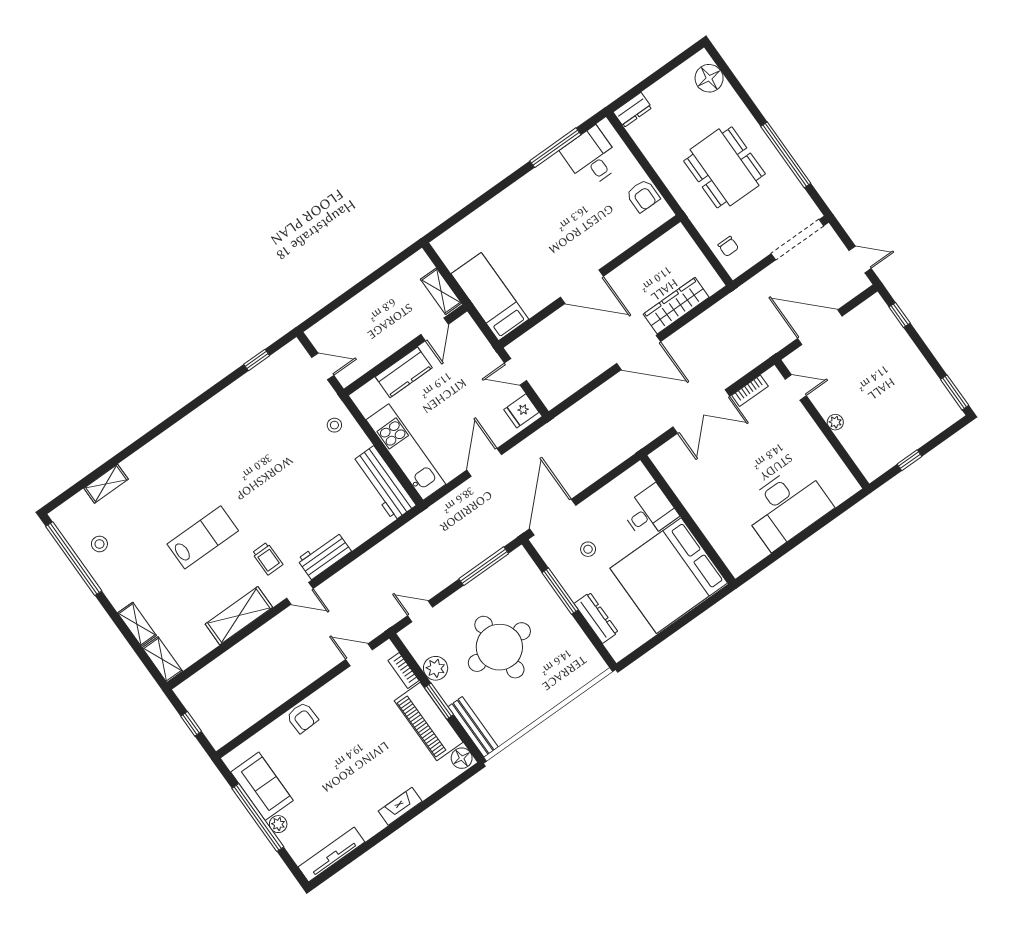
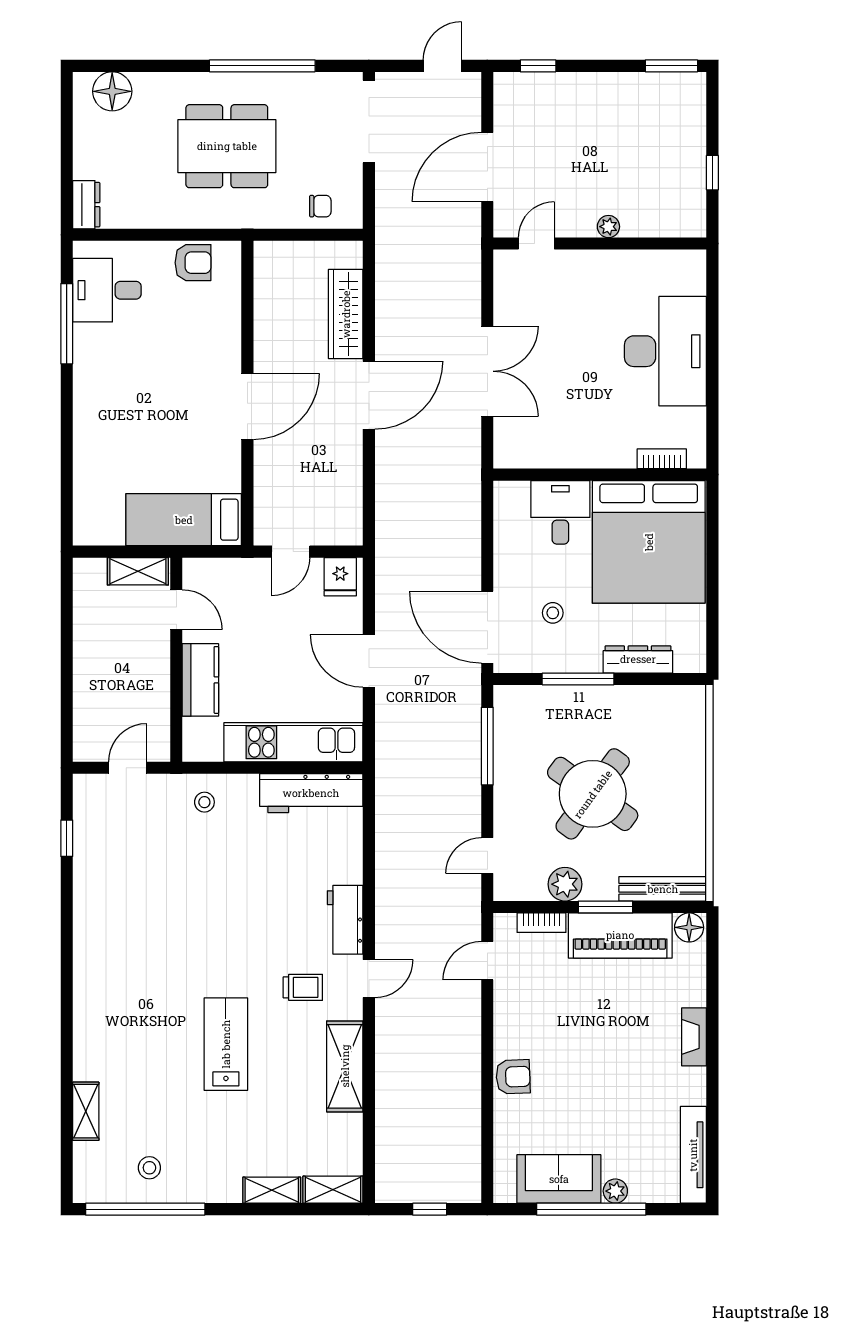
bookcase: (750, 391) -> (662, 459), moved, turned -90
round table: (499, 647) -> (593, 794), turned 36

